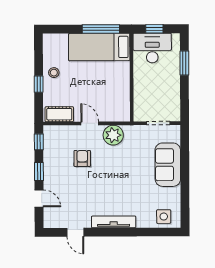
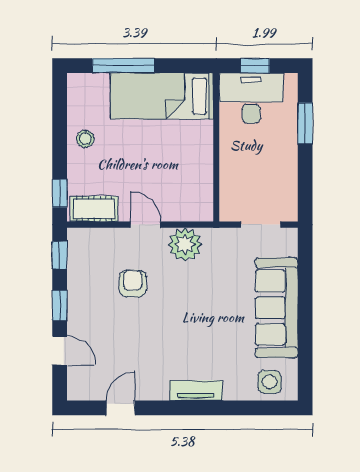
window: (101, 29) -> (123, 66), moved
window: (39, 84) -> (60, 193), moved
sofa: (168, 165) -> (277, 308), width x1.36
tv unit: (114, 222) -> (196, 391), width x0.71
door: (75, 232) -> (121, 408), swing flipped

